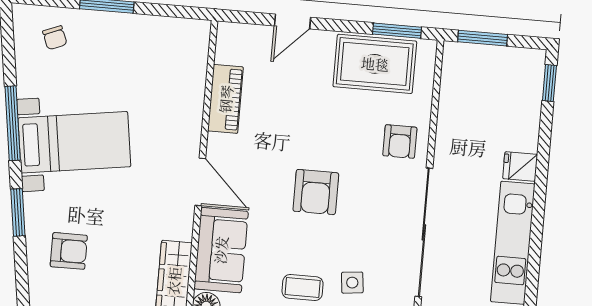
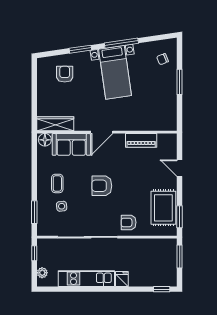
armchair: (69, 251) -> (65, 74), turned 180

